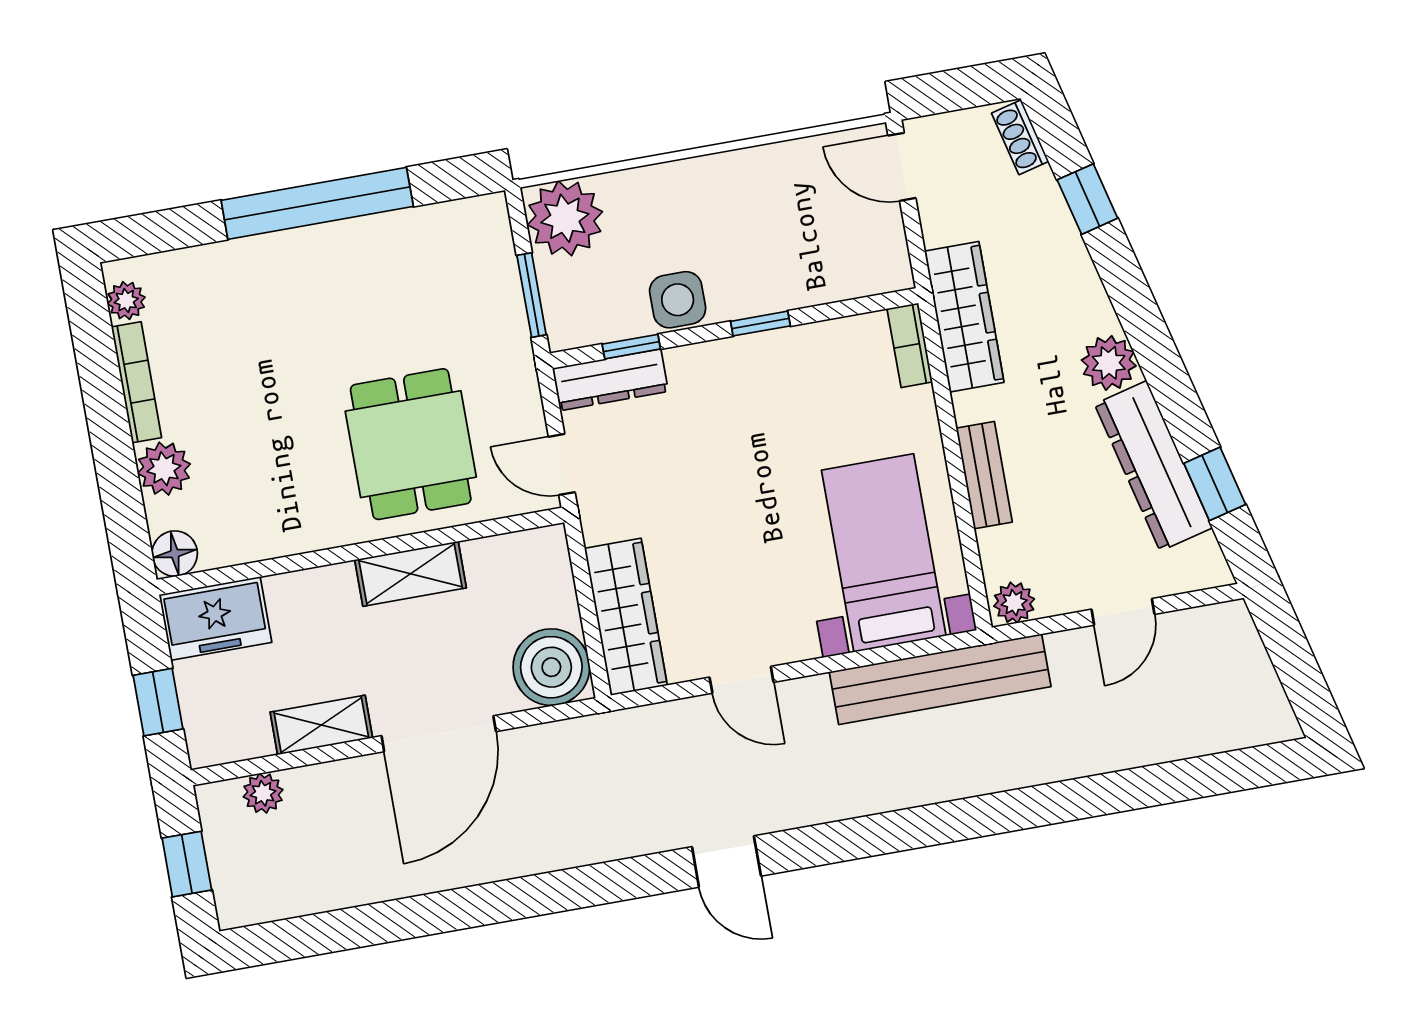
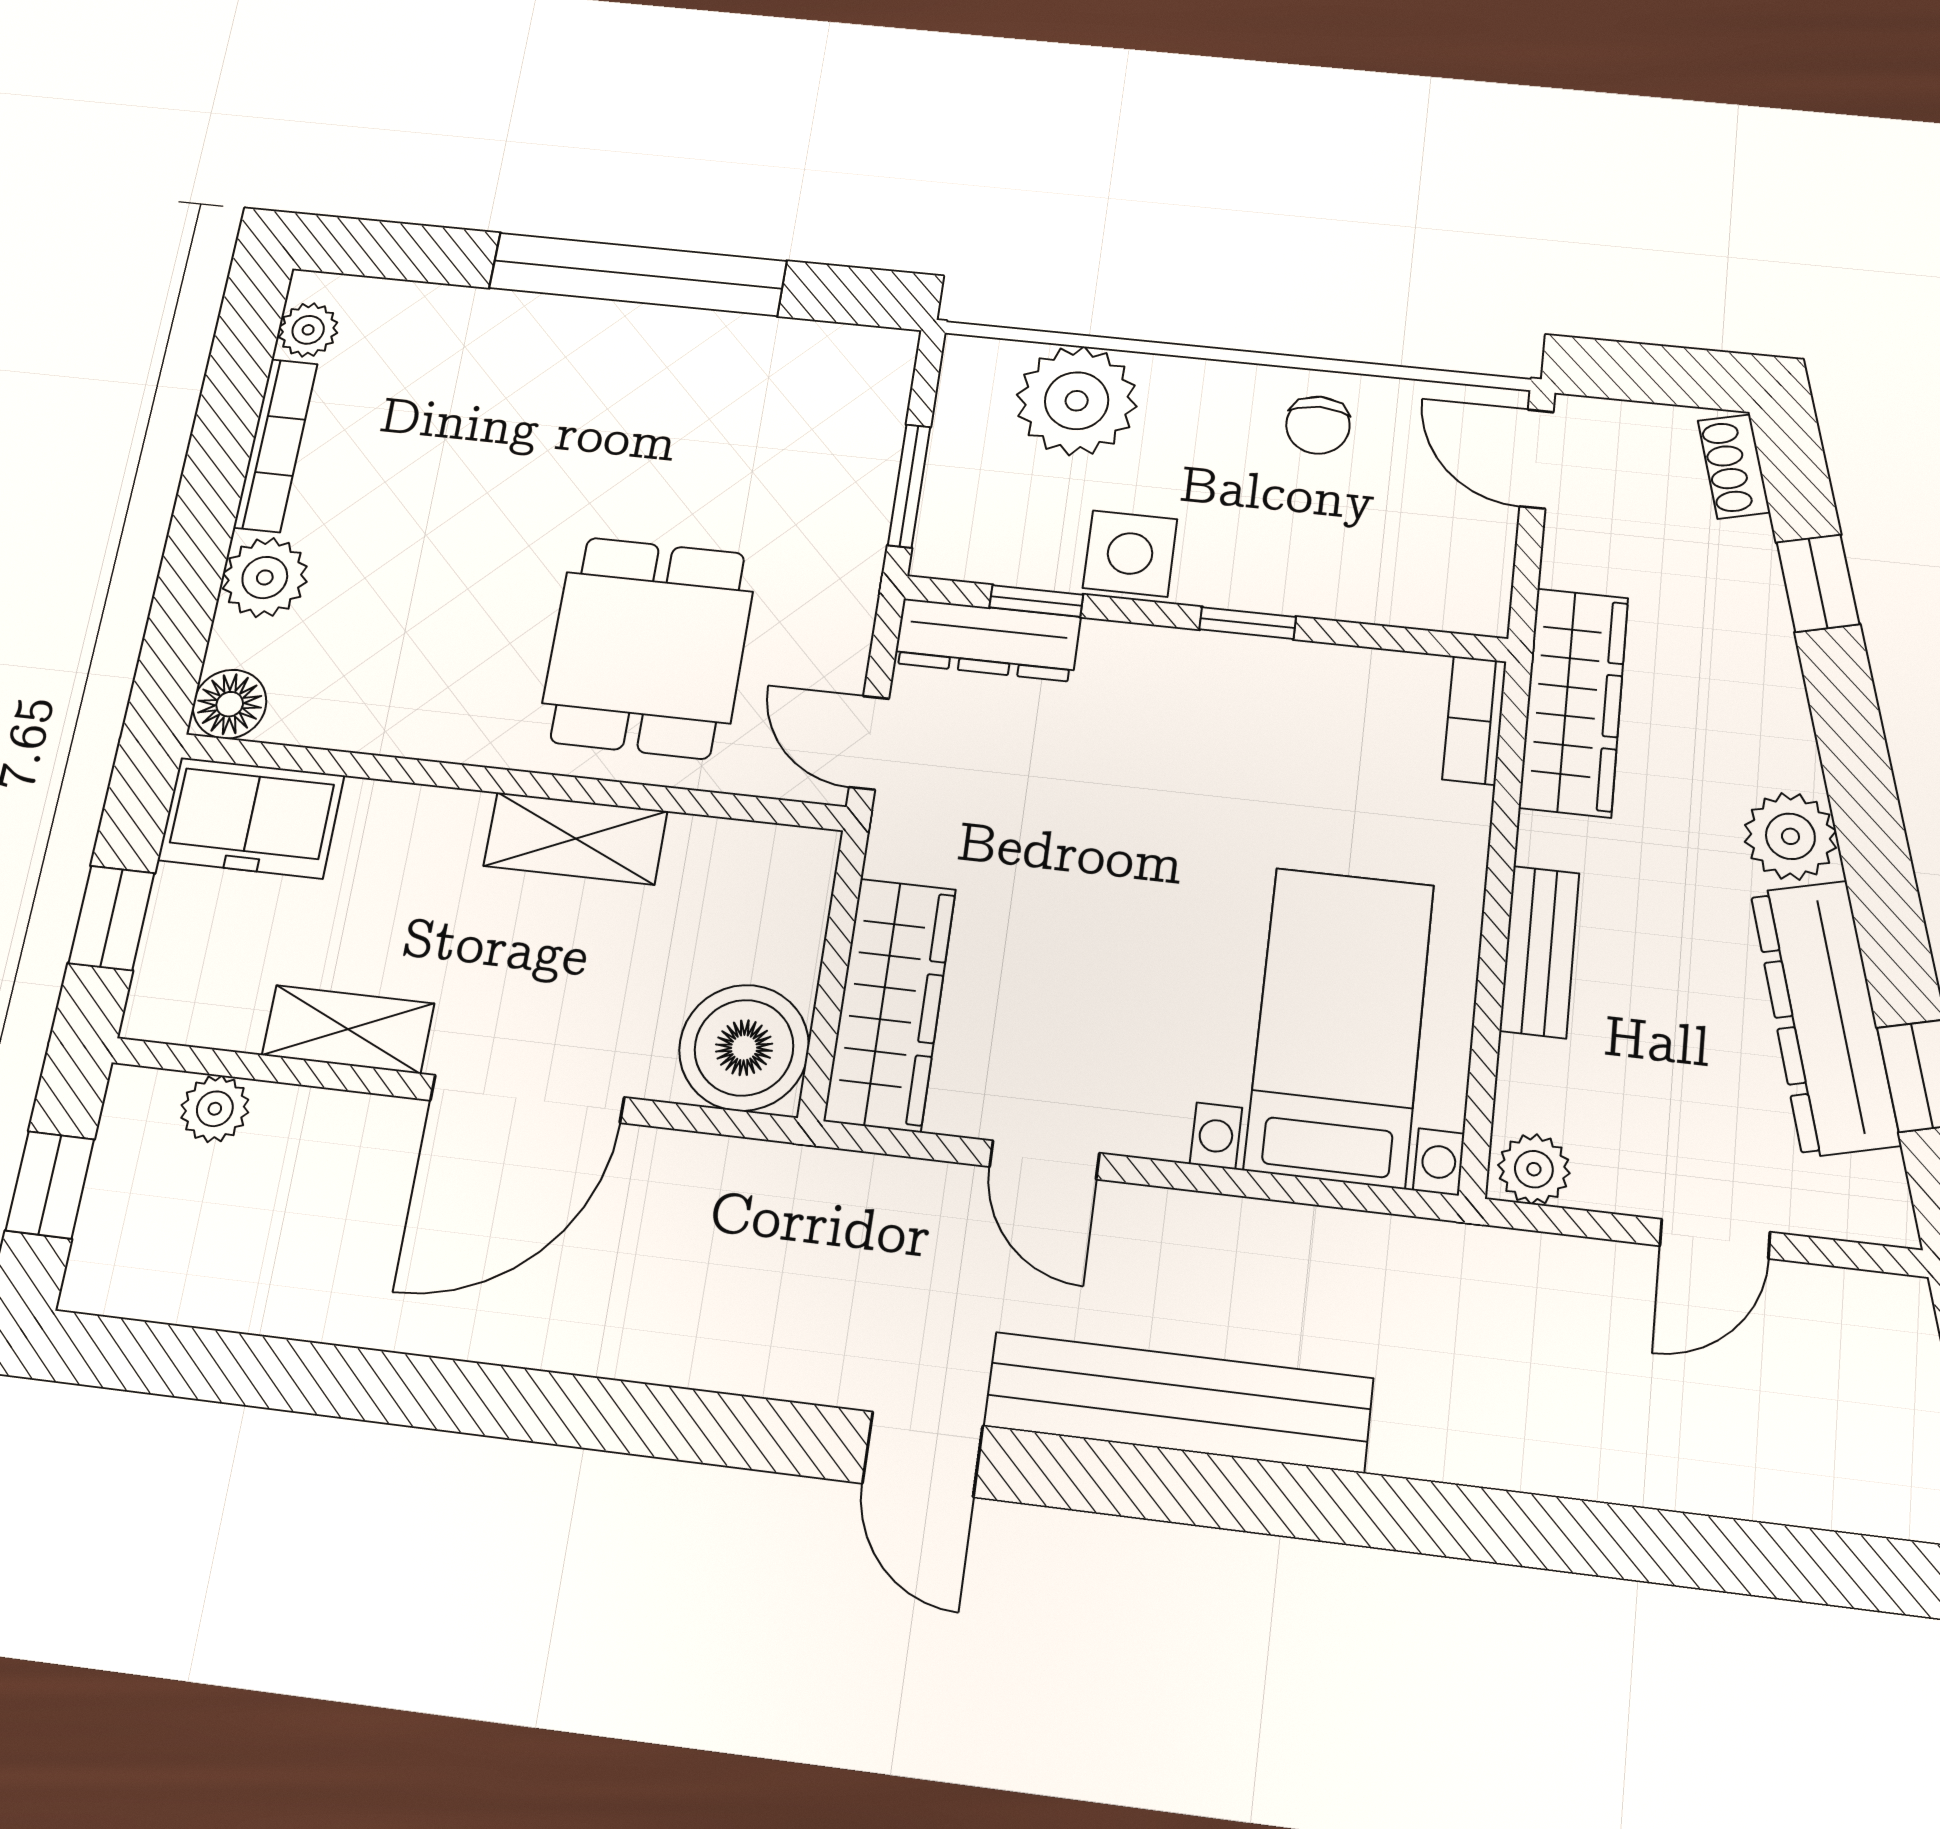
chair: (765, 183) -> (1318, 425), added
plant: (565, 218) -> (1077, 401), moved
bench: (940, 679) -> (1179, 1402), moved

